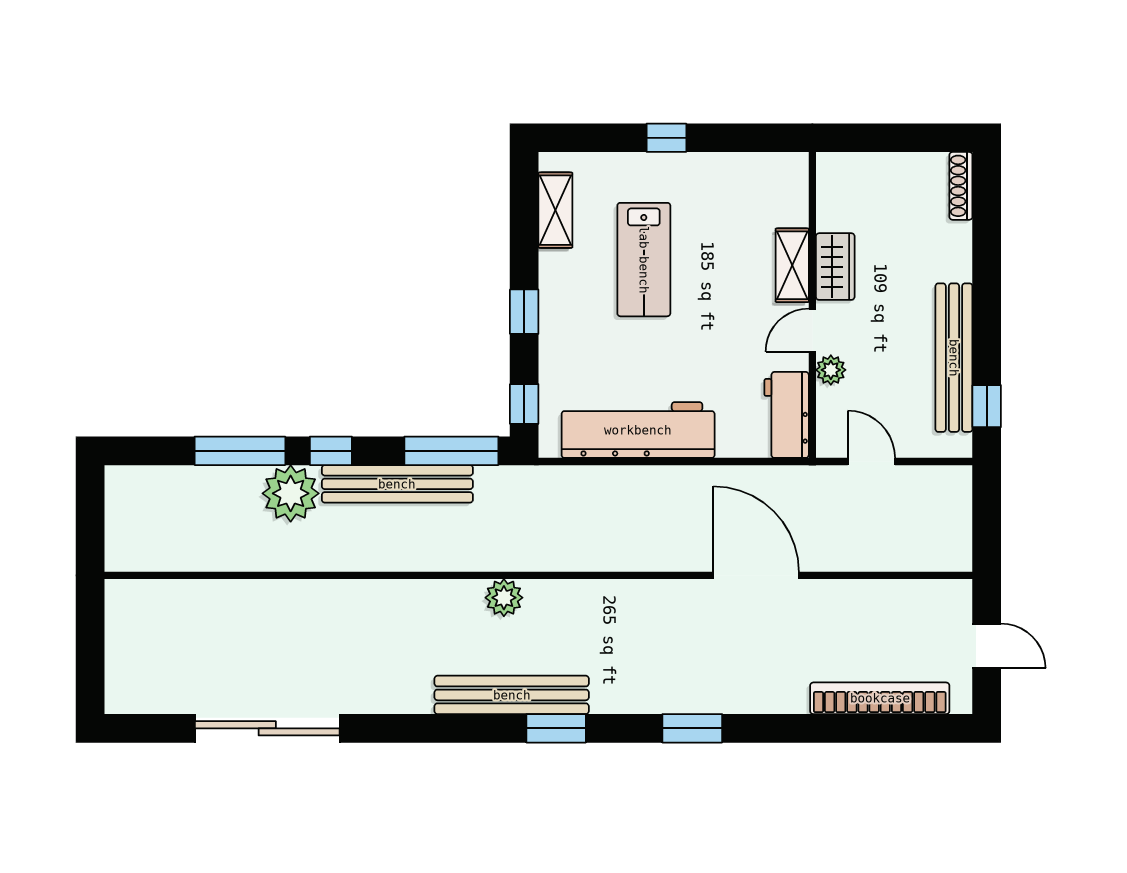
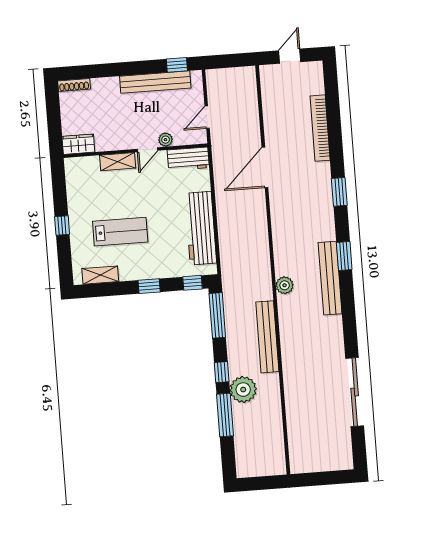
wardrobe: (835, 267) -> (78, 144), moved
door: (812, 330) -> (147, 150), hinge flipped
bench: (397, 484) -> (267, 337), moved
bookcase: (880, 698) -> (320, 128), moved

